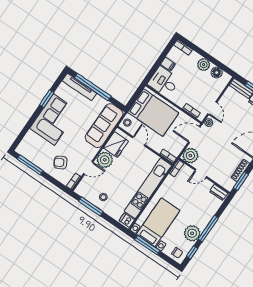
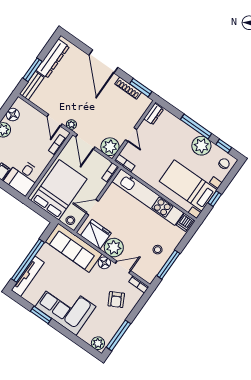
door: (212, 108) -> (54, 120), swing flipped
plant: (23, 147) -> (98, 343), added
floor lamp: (92, 152) -> (104, 263), added
door: (88, 168) -> (123, 267), hinge flipped
window: (147, 245) -> (215, 199), width x0.46

